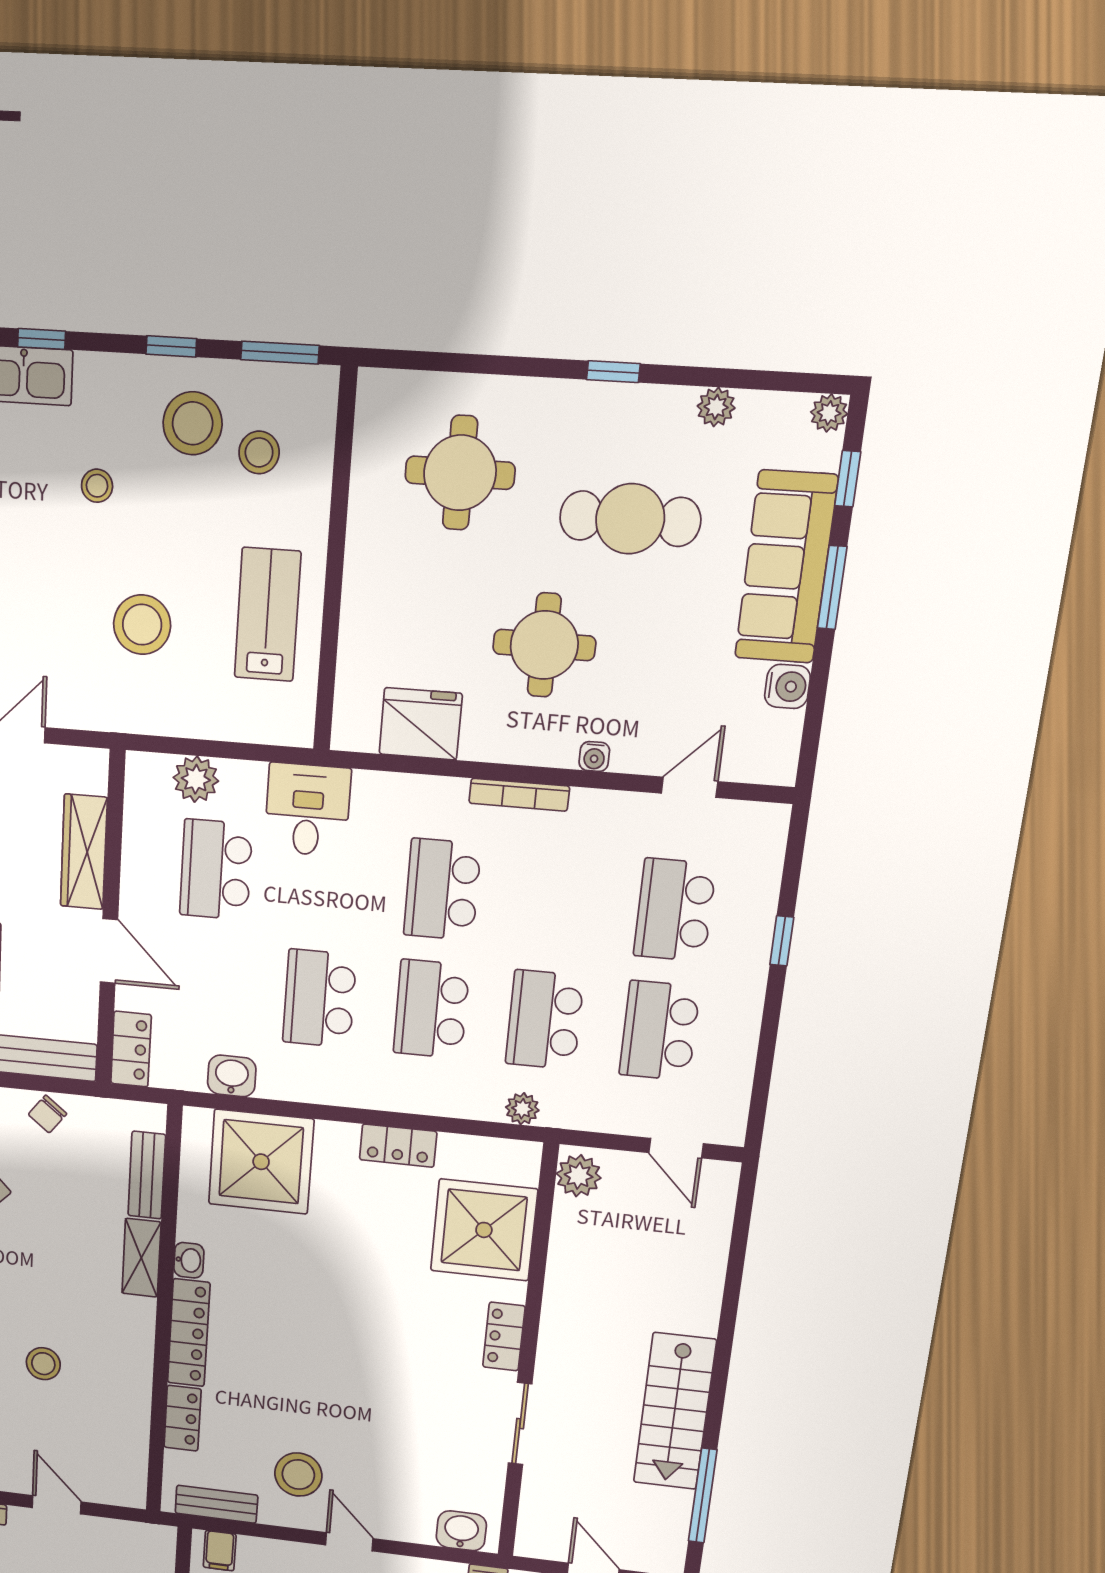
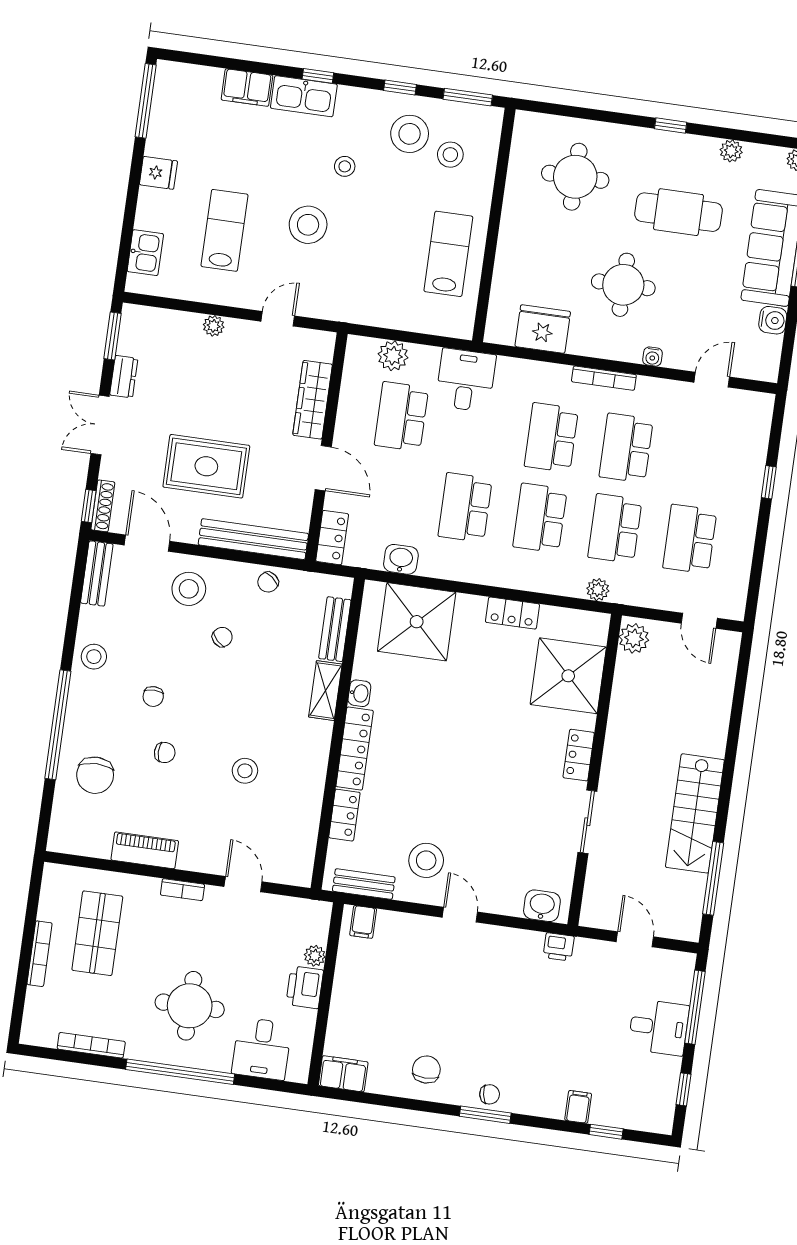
stool: (142, 625) -> (308, 225), moved
school desk: (675, 910) -> (626, 448), moved

